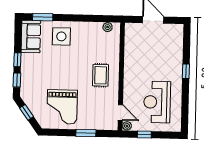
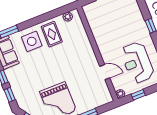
rug: (101, 75) -> (52, 34), moved
door: (120, 112) -> (105, 72), moved

